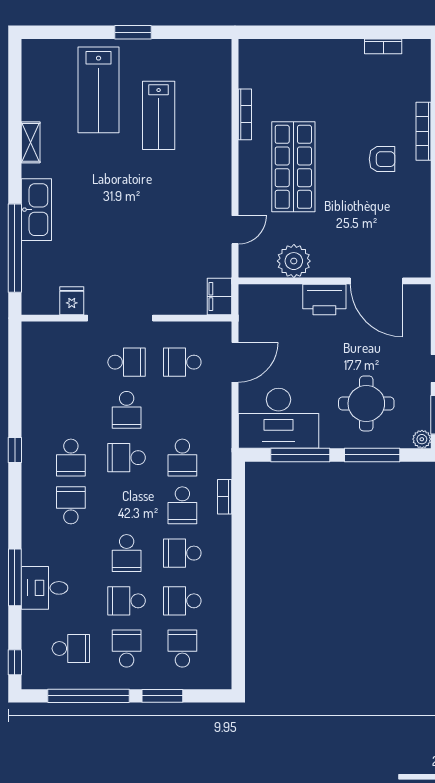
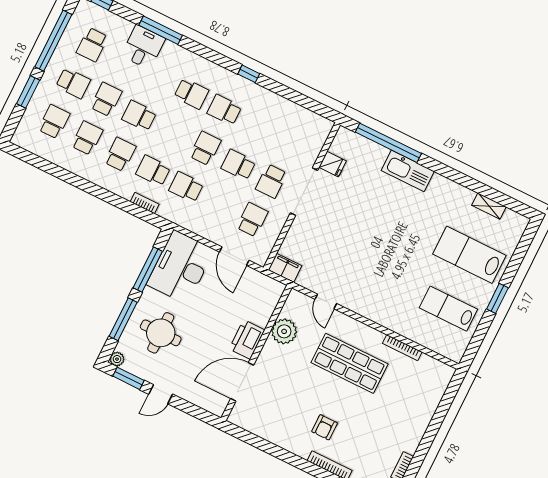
lab bench: (159, 115) -> (448, 309), moved
shelving: (31, 142) -> (489, 206), moved
school desk: (182, 648) -> (54, 122), turned -90

